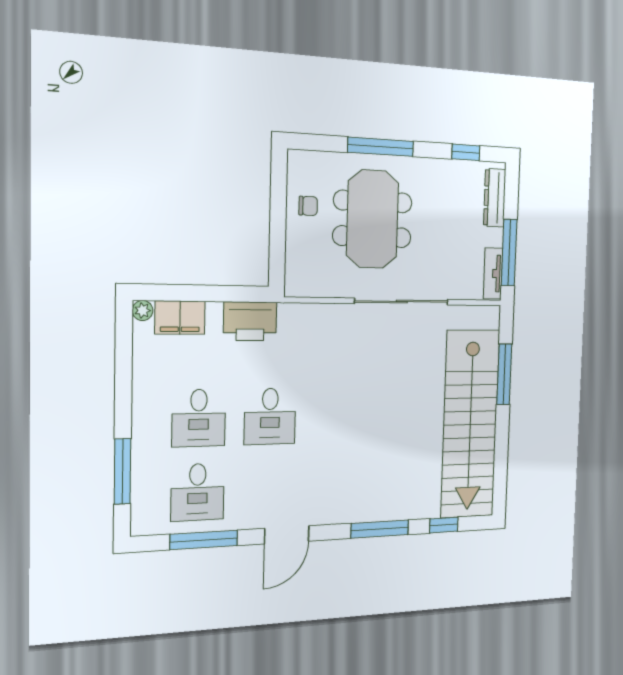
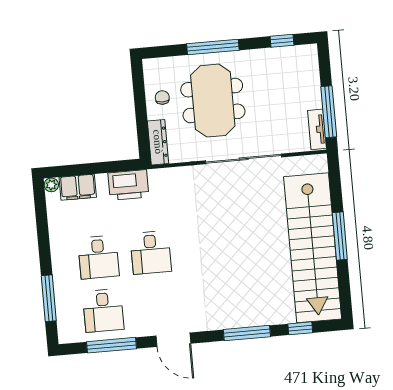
dresser: (495, 198) -> (158, 142), moved, turned 180
chair: (308, 206) -> (162, 97), turned -90
window: (504, 374) -> (340, 236), moved
door: (287, 535) -> (173, 340), hinge flipped

